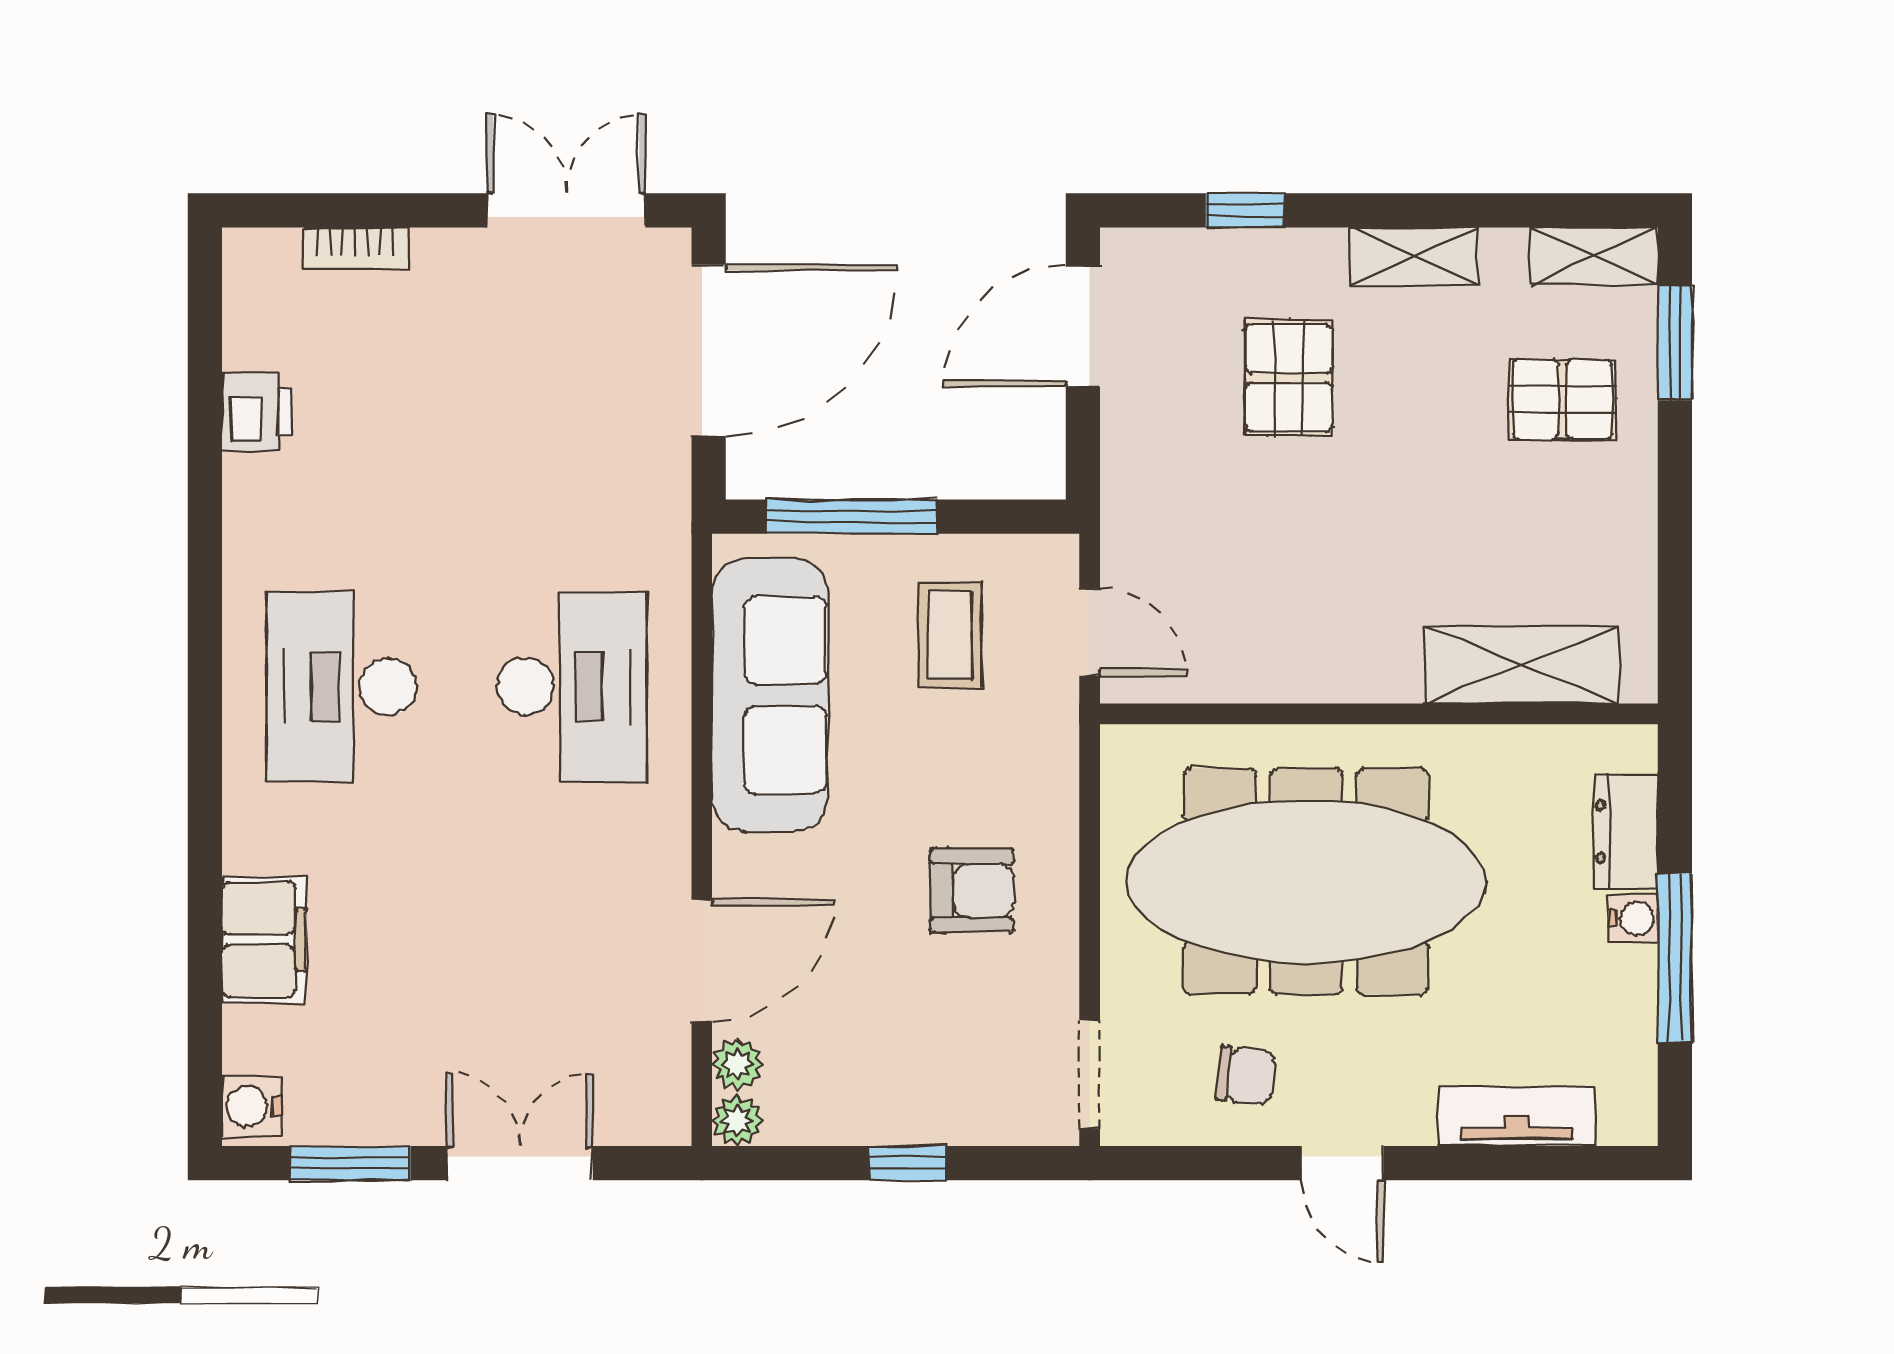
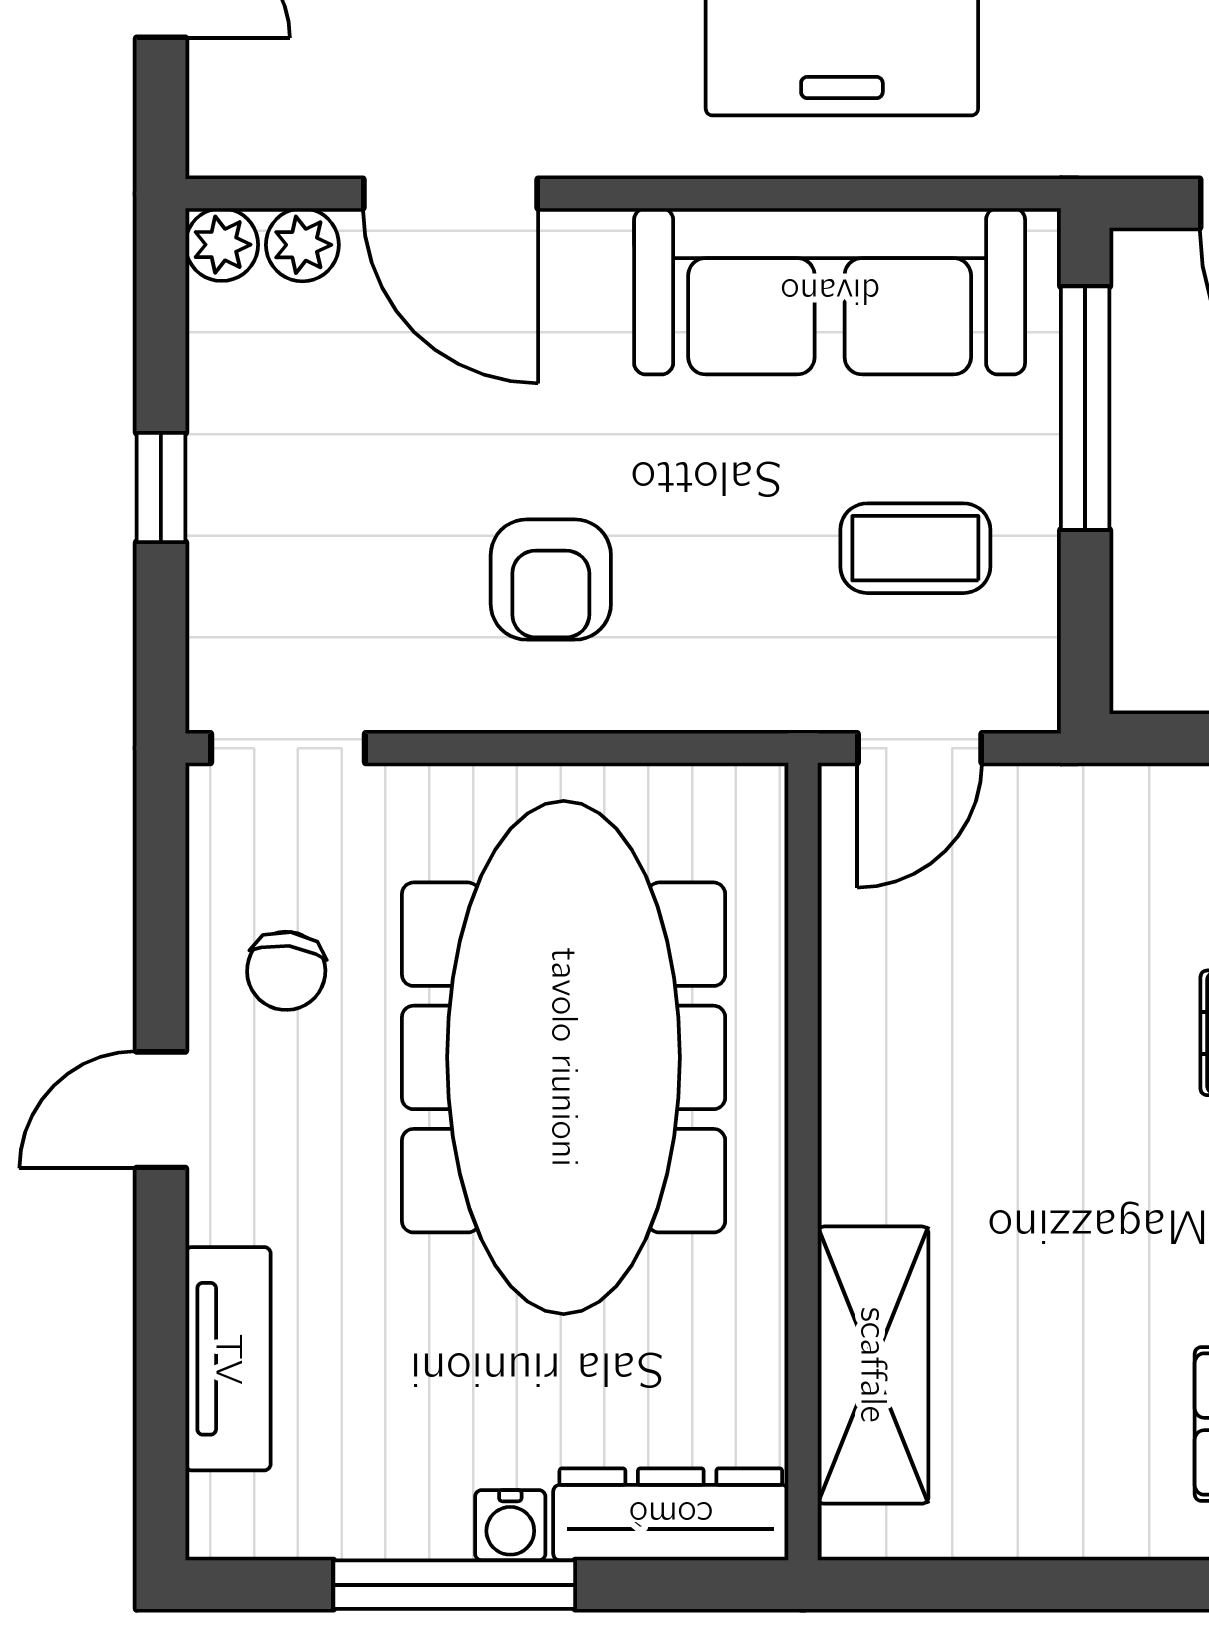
dresser: (1626, 831) -> (671, 1514), width x1.44

